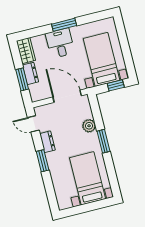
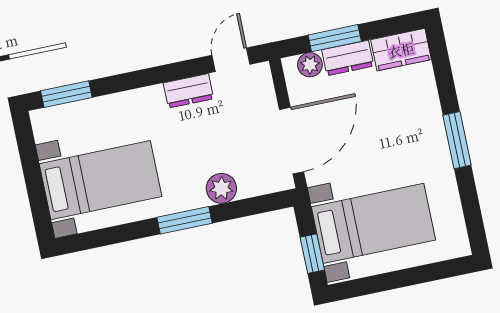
desk: (60, 43) -> (415, 129), removed
plant: (34, 90) -> (310, 65), added
window: (43, 161) -> (66, 94), moved

